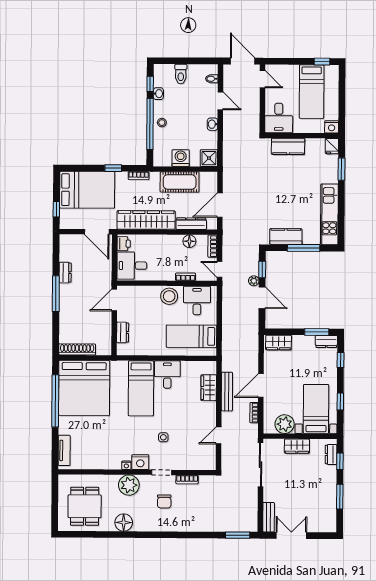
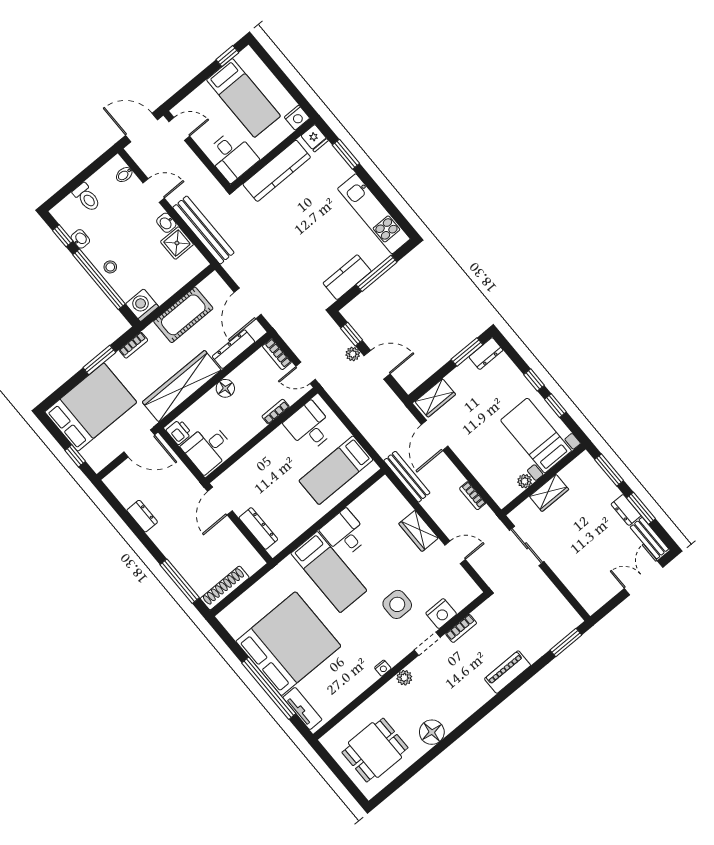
bench: (229, 145) -> (203, 230), added
kitchen counter: (288, 146) -> (277, 171), width x1.50
washing machine: (181, 158) -> (142, 305), moved
shower: (209, 158) -> (177, 243), moved
window: (113, 168) -> (99, 360), width x1.50
floor lamp: (189, 241) -> (225, 388), moved
window: (56, 294) -> (180, 581), moved
stool: (169, 296) -> (276, 447), removed
dresser: (123, 332) -> (258, 528), width x1.44
window: (340, 360) -> (534, 380), moved
door: (261, 386) -> (435, 435), moved
bed: (84, 388) -> (288, 644), moved, turned -90
wardrobe: (209, 388) -> (419, 531), moved
bench: (227, 392) -> (407, 477), moved
window: (55, 401) -> (269, 688), moved
plant: (285, 424) -> (525, 481), width x0.53, depth x0.53
door: (219, 435) -> (455, 552), swing flipped
side table: (163, 437) -> (397, 604), width x1.87, depth x1.87
dresser: (331, 454) -> (626, 510), moved
window: (340, 461) -> (609, 470), width x1.50
nightstand: (140, 462) -> (441, 614), moved
sliding door: (260, 465) -> (527, 546), width x0.73
plant: (129, 485) -> (404, 678), width x0.53, depth x0.53
chair: (164, 501) -> (456, 673), removed
dining table: (85, 506) -> (375, 750), turned 90
bench: (269, 517) -> (649, 538), moved
piano: (192, 525) -> (508, 672), added
double door: (291, 535) -> (644, 578), moved

